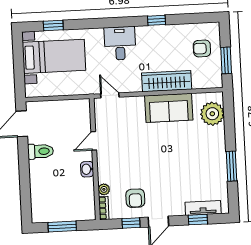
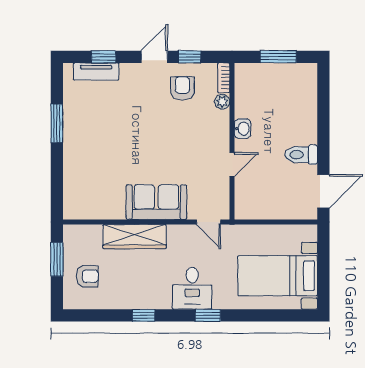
window: (53, 26) -> (208, 315), moved
sofa: (169, 108) -> (156, 202), moved
plant: (212, 114) -> (78, 192), removed

